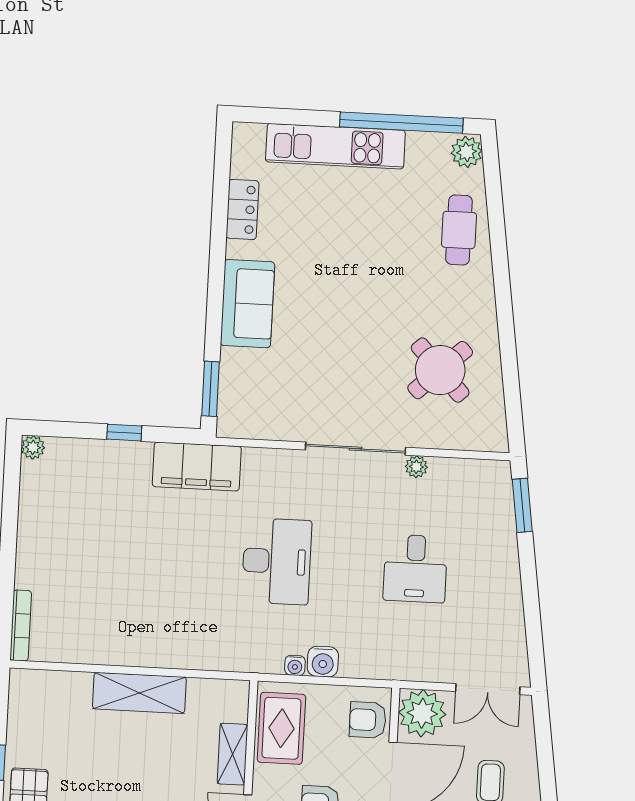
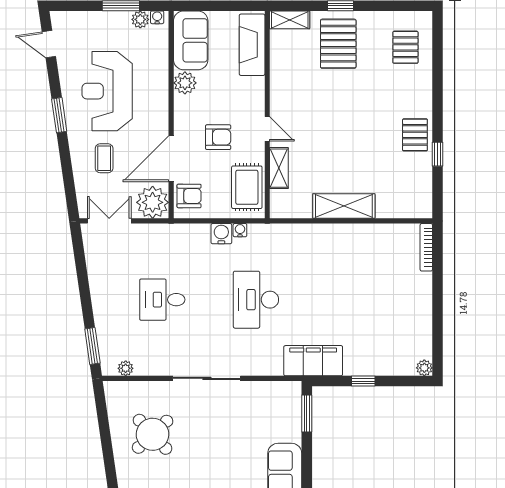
plant: (416, 467) -> (126, 368), moved
desk: (415, 569) -> (162, 300), turned -90

